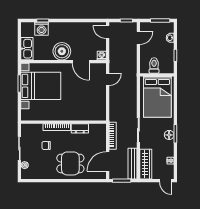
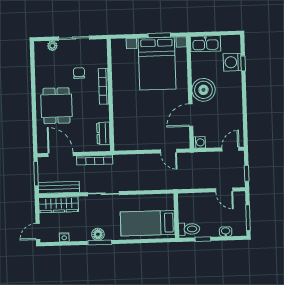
toilet: (154, 65) -> (189, 229), moved
bed: (157, 97) -> (148, 223), width x0.67
dresser: (80, 128) -> (103, 133), moved

